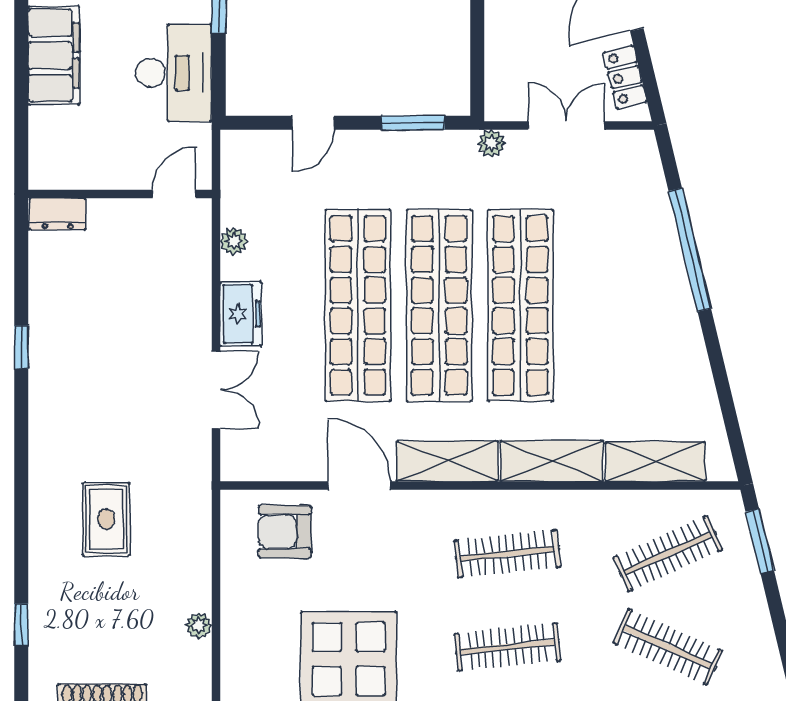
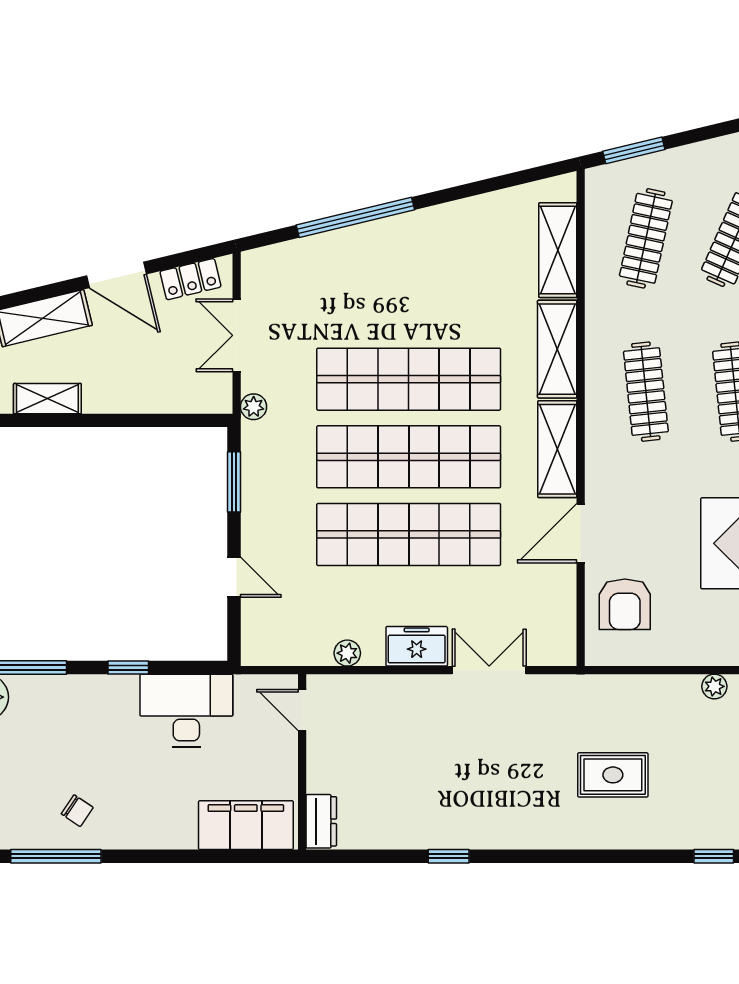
filing cabinet: (54, 55) -> (246, 825), moved
clothes rail: (668, 554) -> (646, 238), turned 36

